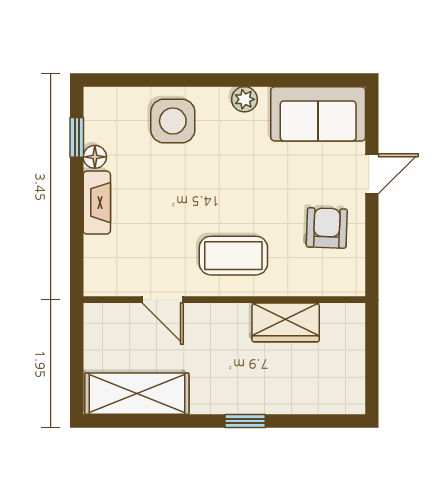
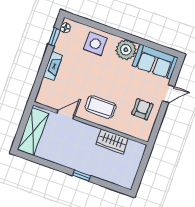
plant: (244, 99) -> (126, 50), width x1.87, depth x1.87
floor lamp: (95, 157) -> (65, 28), moved
door: (163, 300) -> (66, 115), swing flipped
shelving: (137, 394) -> (33, 132), moved, turned 90

